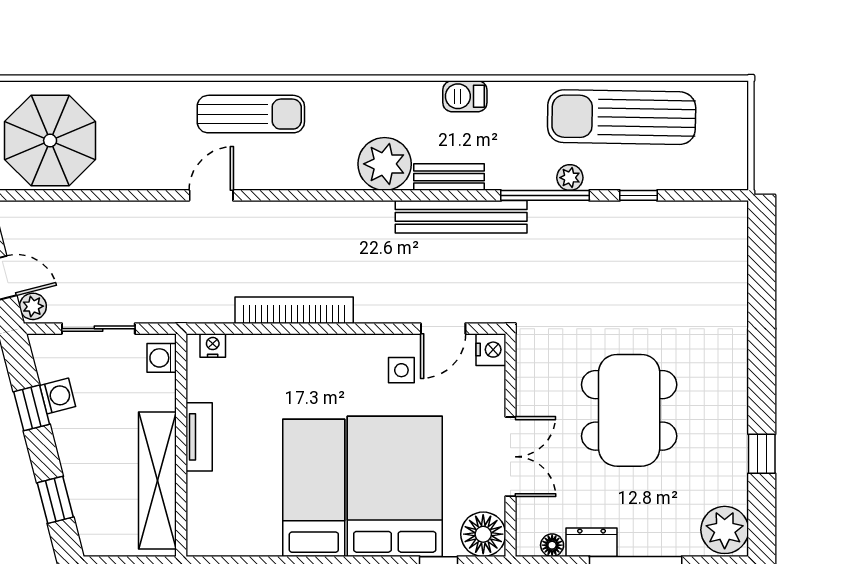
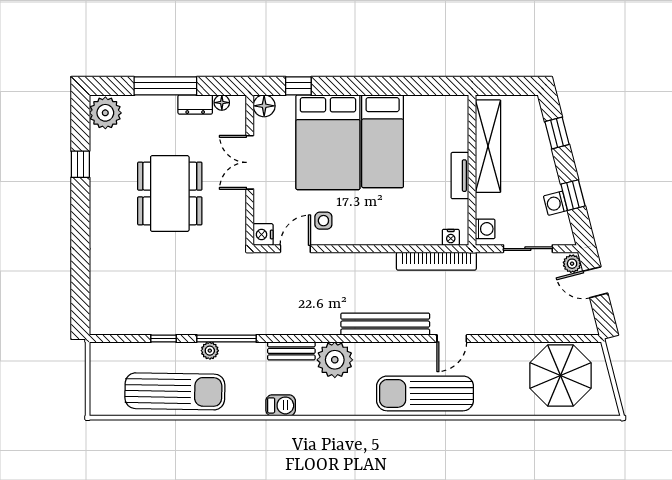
sun lounger: (251, 114) -> (425, 393), width x1.36, depth x1.34
bench: (461, 217) -> (385, 324), moved
bookcase: (294, 310) -> (436, 261), moved
floor lamp: (483, 534) -> (264, 106), width x0.73, depth x0.73

